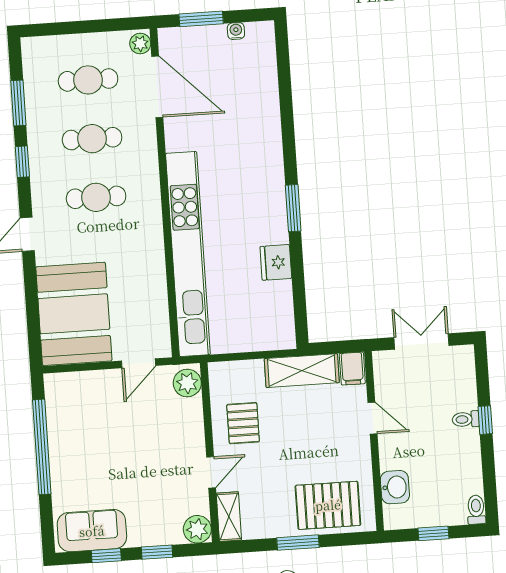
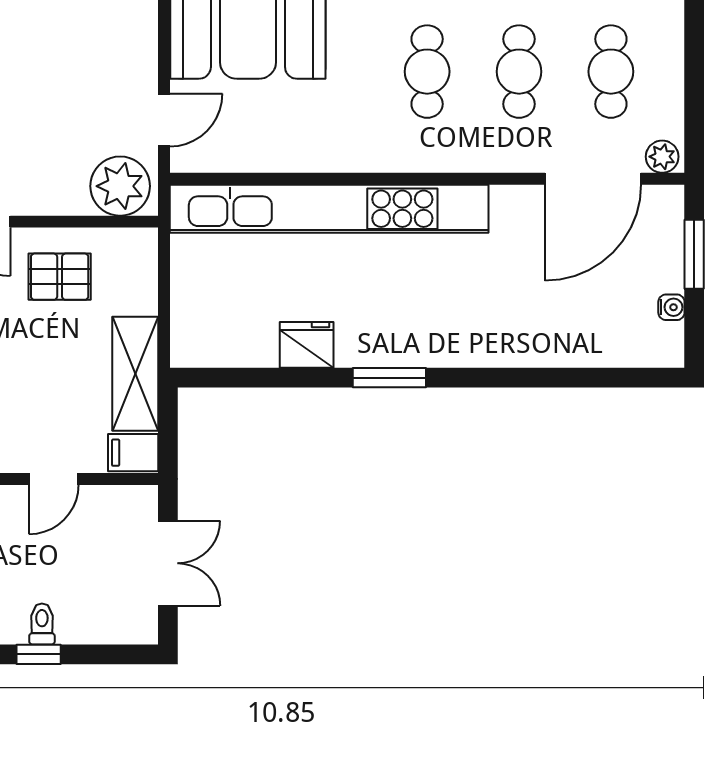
door: (138, 363) -> (164, 120), swing flipped
plant: (187, 383) -> (120, 186), width x1.36, depth x1.36

